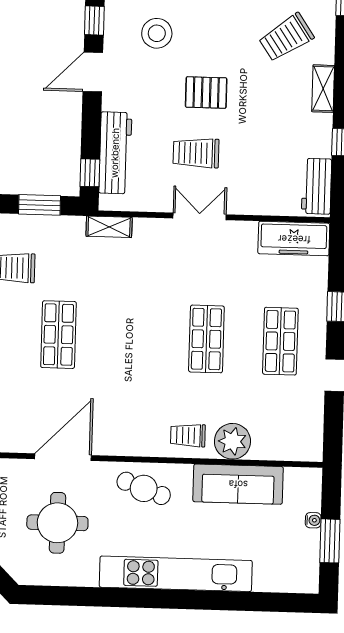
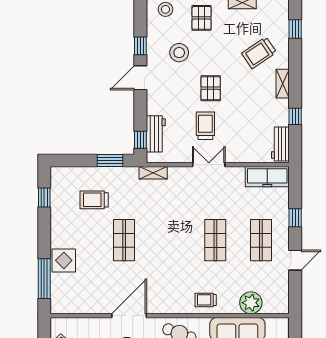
pallet: (206, 93) -> (211, 88), turned 90
workbench: (115, 153) -> (156, 134), width x0.73
trolley: (196, 153) -> (205, 126), turned 90
plant: (232, 441) -> (251, 303), moved

